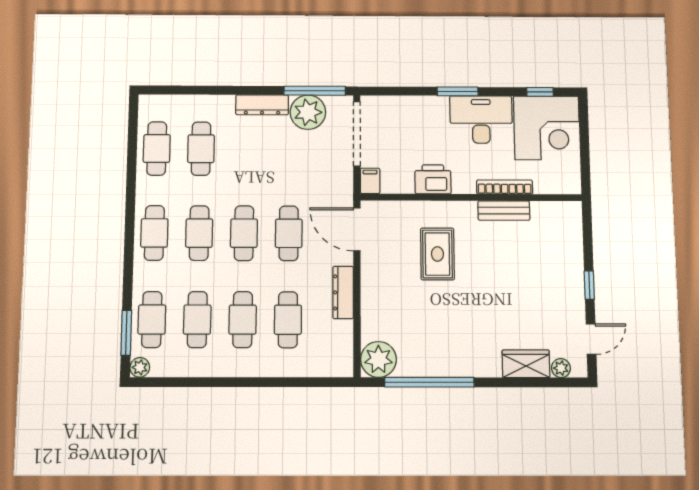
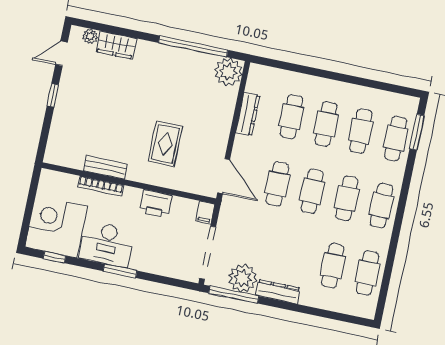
dresser: (343, 292) -> (248, 114), moved
plant: (140, 367) -> (411, 104), removed

